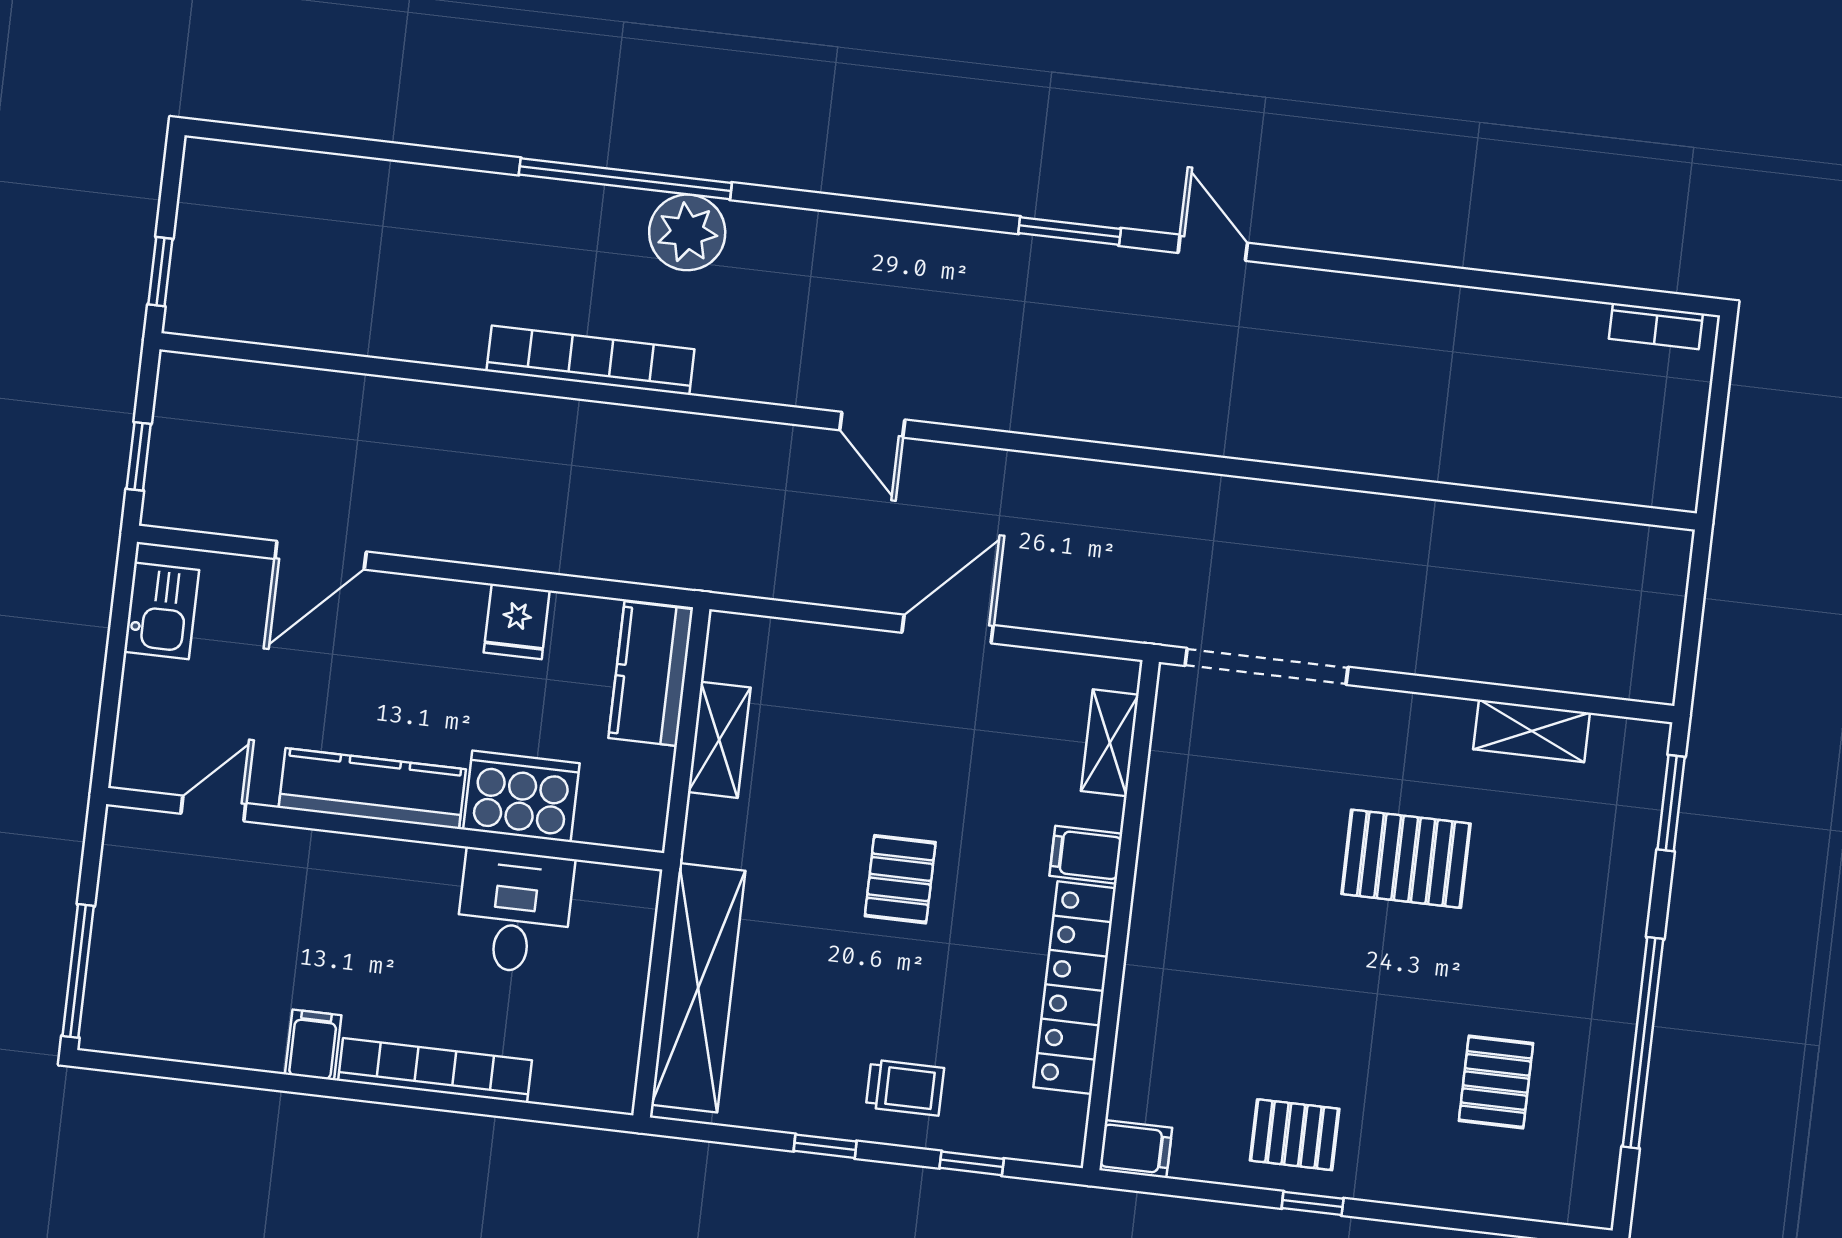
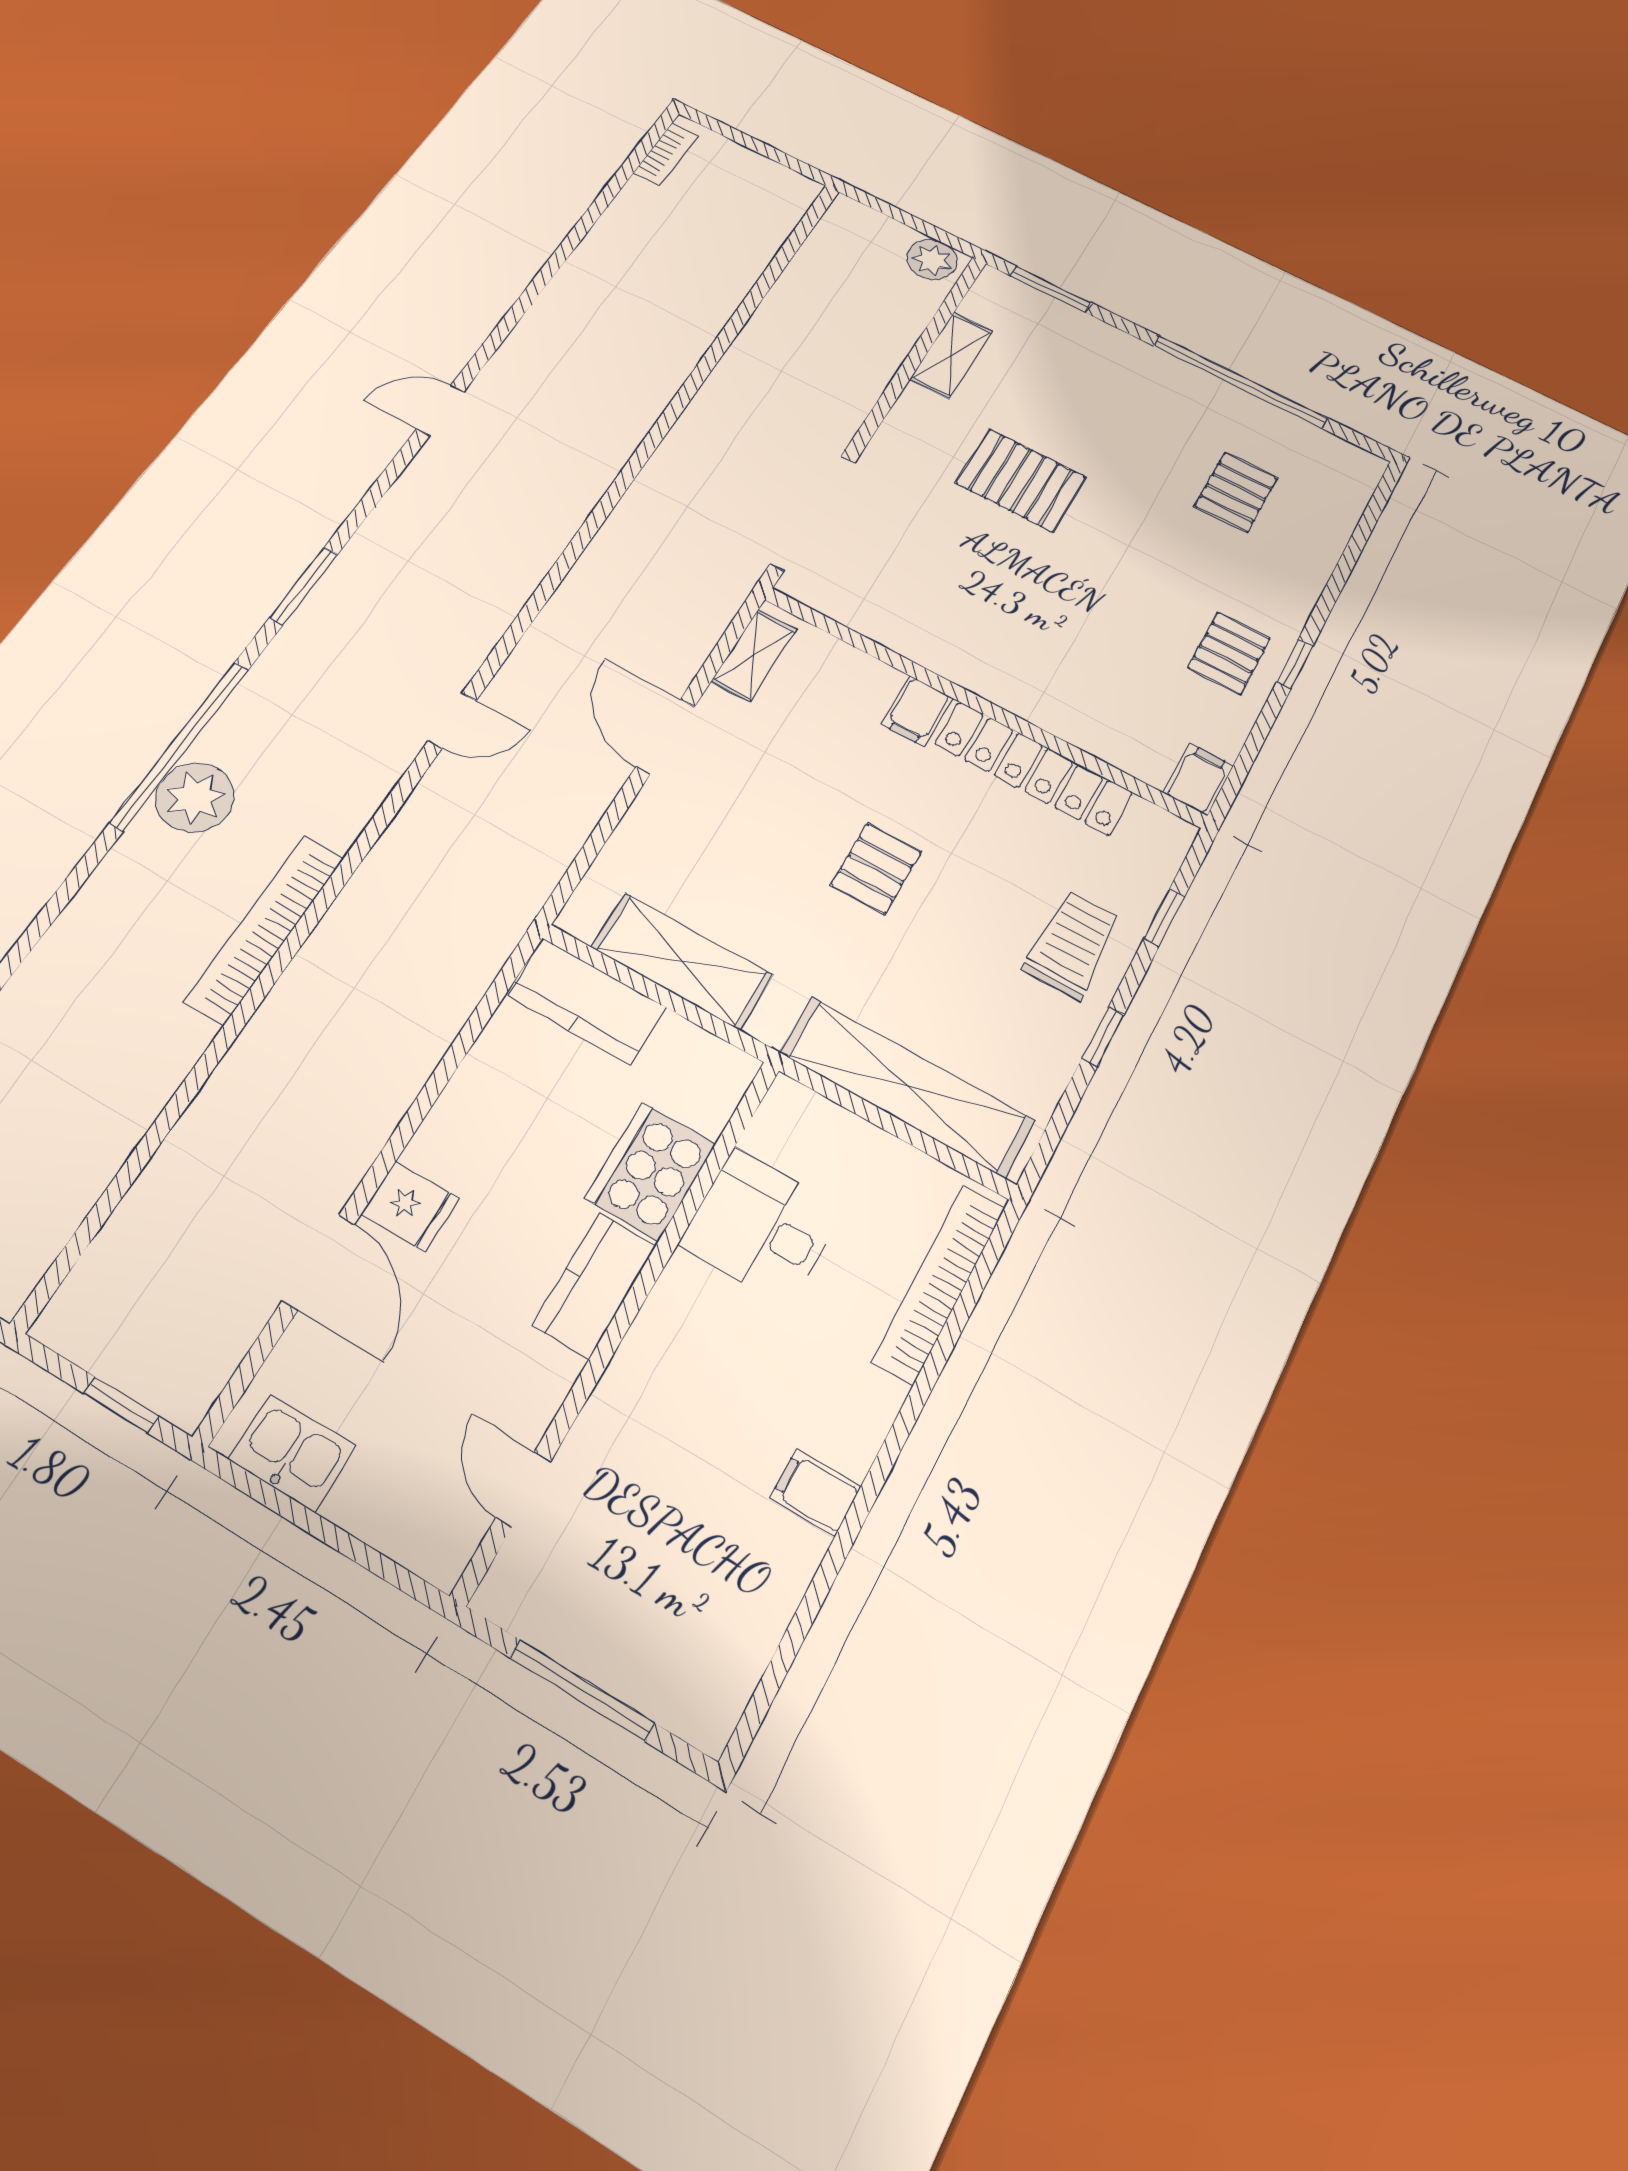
window: (625, 179) -> (180, 745), moved
window: (1070, 231) -> (304, 586), moved
fridge: (517, 621) -> (410, 1206), moved
plant: (1650, 664) -> (932, 260), added
shelving: (719, 740) -> (682, 961), width x1.50, depth x1.33
shelving: (1110, 743) -> (754, 655), moved, turned 90
kitchen counter: (372, 789) -> (594, 1285), width x0.67
pallet: (1406, 859) -> (1021, 480), turned 90
pallet: (900, 879) -> (876, 868), turned 90
window: (78, 971) -> (582, 1690), moved
bookcase: (435, 1070) -> (939, 1284), moved
pallet: (1496, 1082) -> (1236, 492), turned 90
trolley: (905, 1088) -> (1072, 945), width x1.36, depth x1.39

